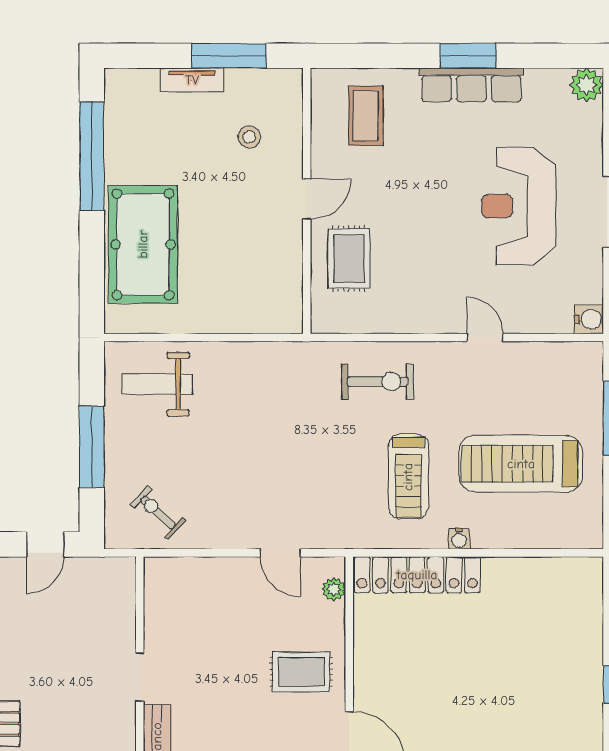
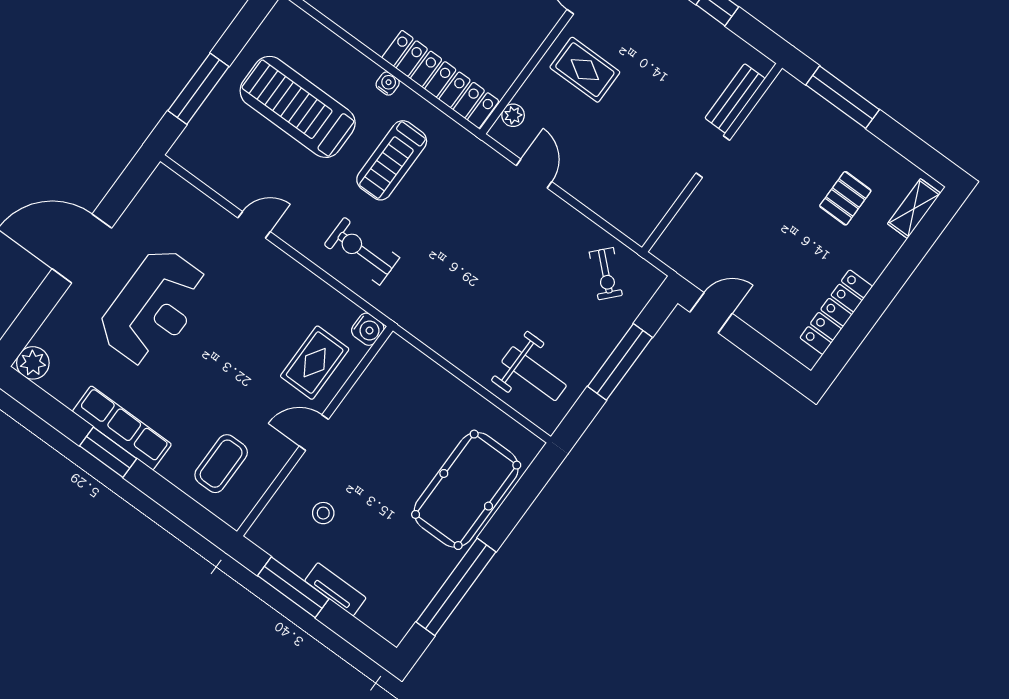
water cooler: (589, 319) -> (368, 329), moved, turned 180
door: (485, 337) -> (254, 225), swing flipped
treadmill: (521, 464) -> (298, 107), turned 180
treadmill: (408, 477) -> (392, 160), turned 180

